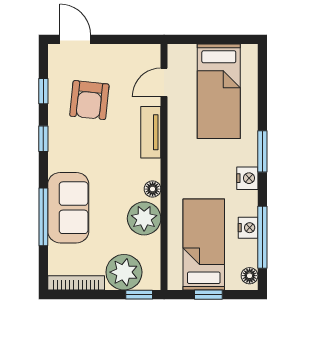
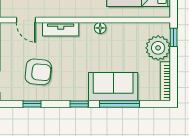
window: (43, 139) -> (79, 104), moved
plant: (144, 218) -> (121, 34), removed

